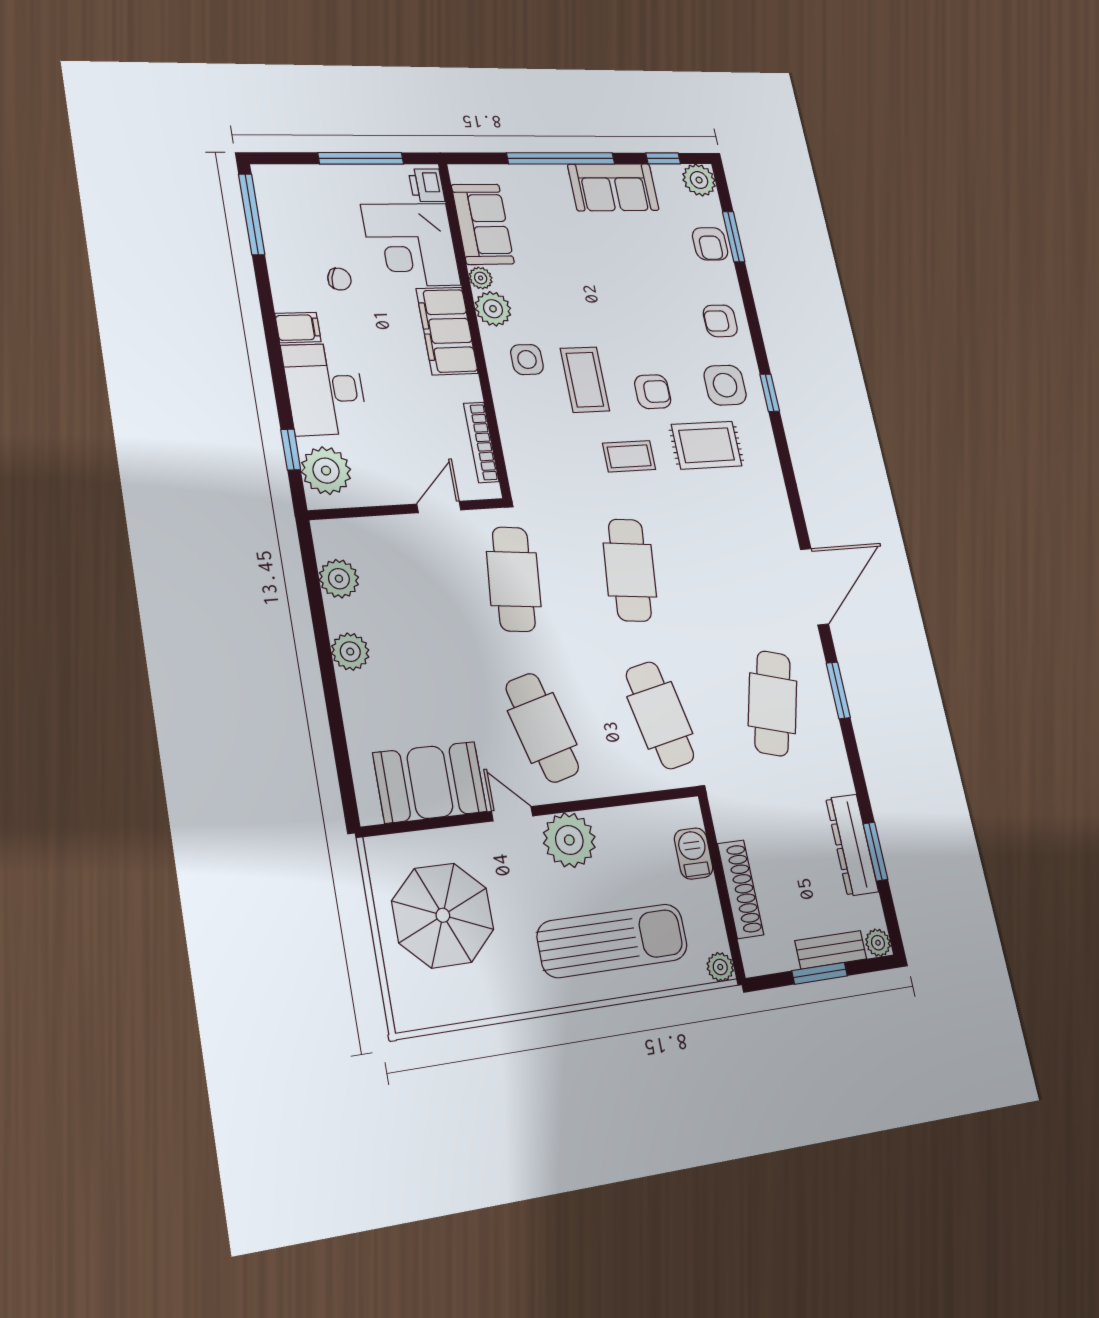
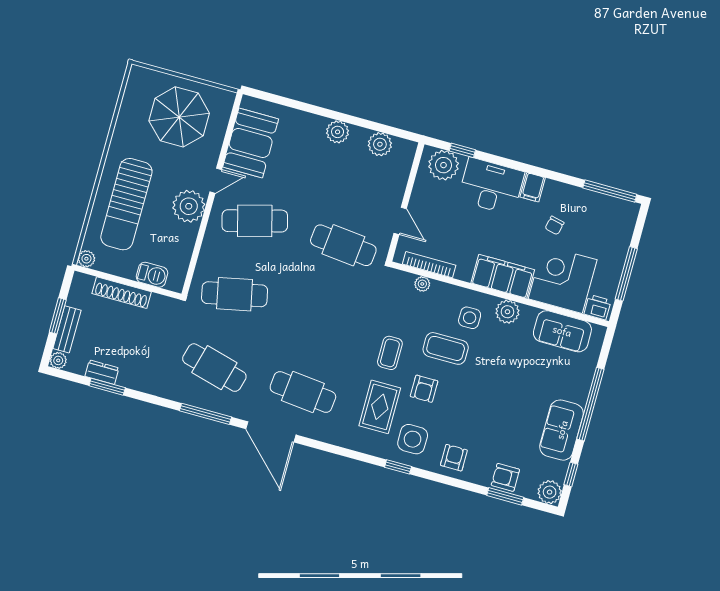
plant: (481, 278) -> (422, 284), moved
cafe table: (630, 570) -> (303, 392), moved
window: (838, 690) -> (206, 414), width x1.44
dresser: (852, 845) -> (102, 372), width x0.51, depth x0.80

